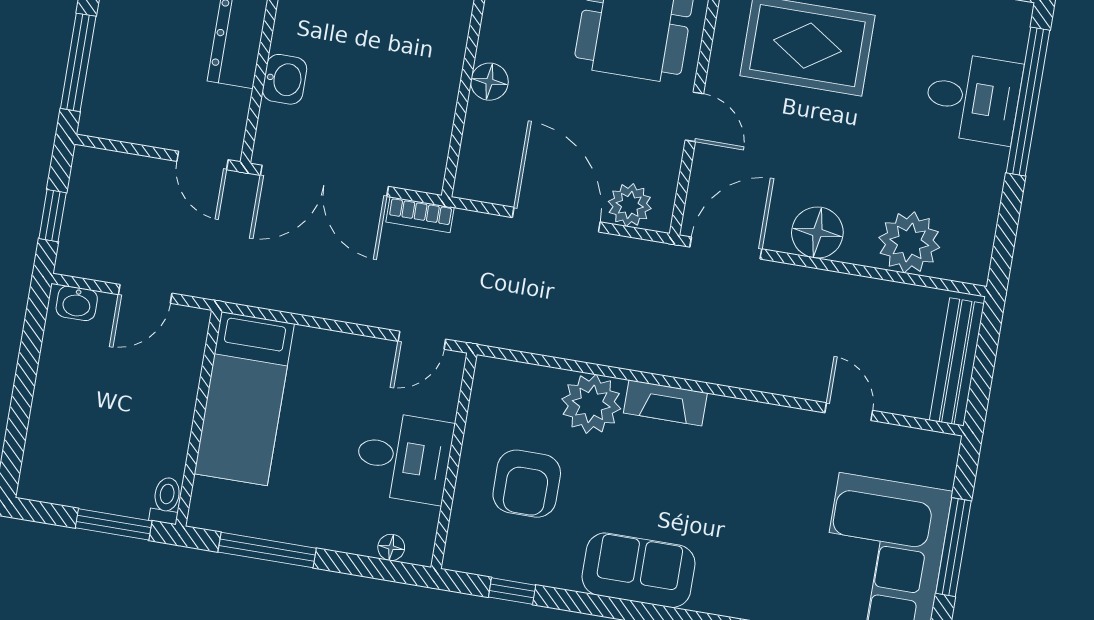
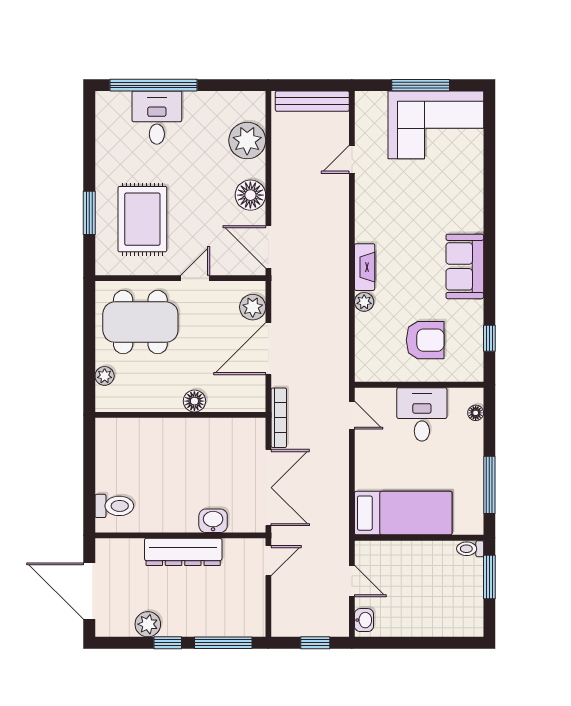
bookcase: (420, 215) -> (279, 418), width x1.56
plant: (591, 404) -> (364, 302), width x0.53, depth x0.53

